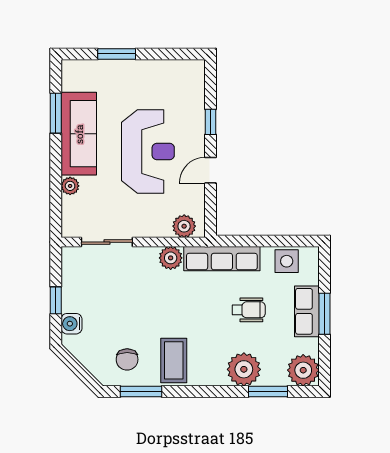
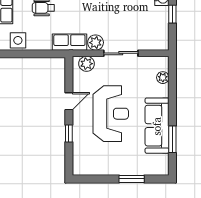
reception desk: (148, 152) -> (111, 114), turned 180
plant: (70, 186) -> (163, 78), moved
sliding door: (107, 242) -> (121, 53), moved
row of seats: (222, 259) -> (69, 42), width x0.68

